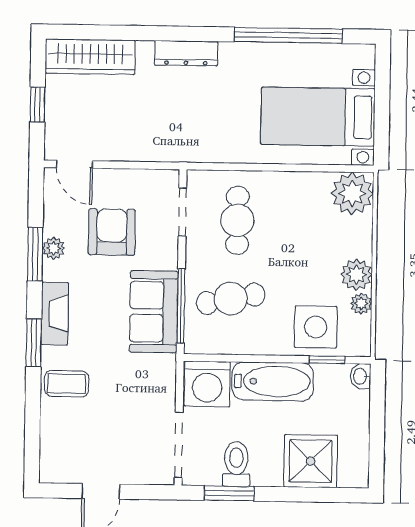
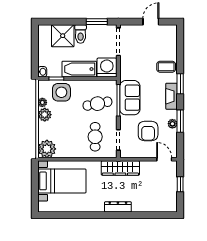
window: (288, 35) -> (75, 215), removed
wardrobe: (90, 57) -> (120, 168), moved, turned 180
toilet: (236, 464) -> (81, 34), moved

